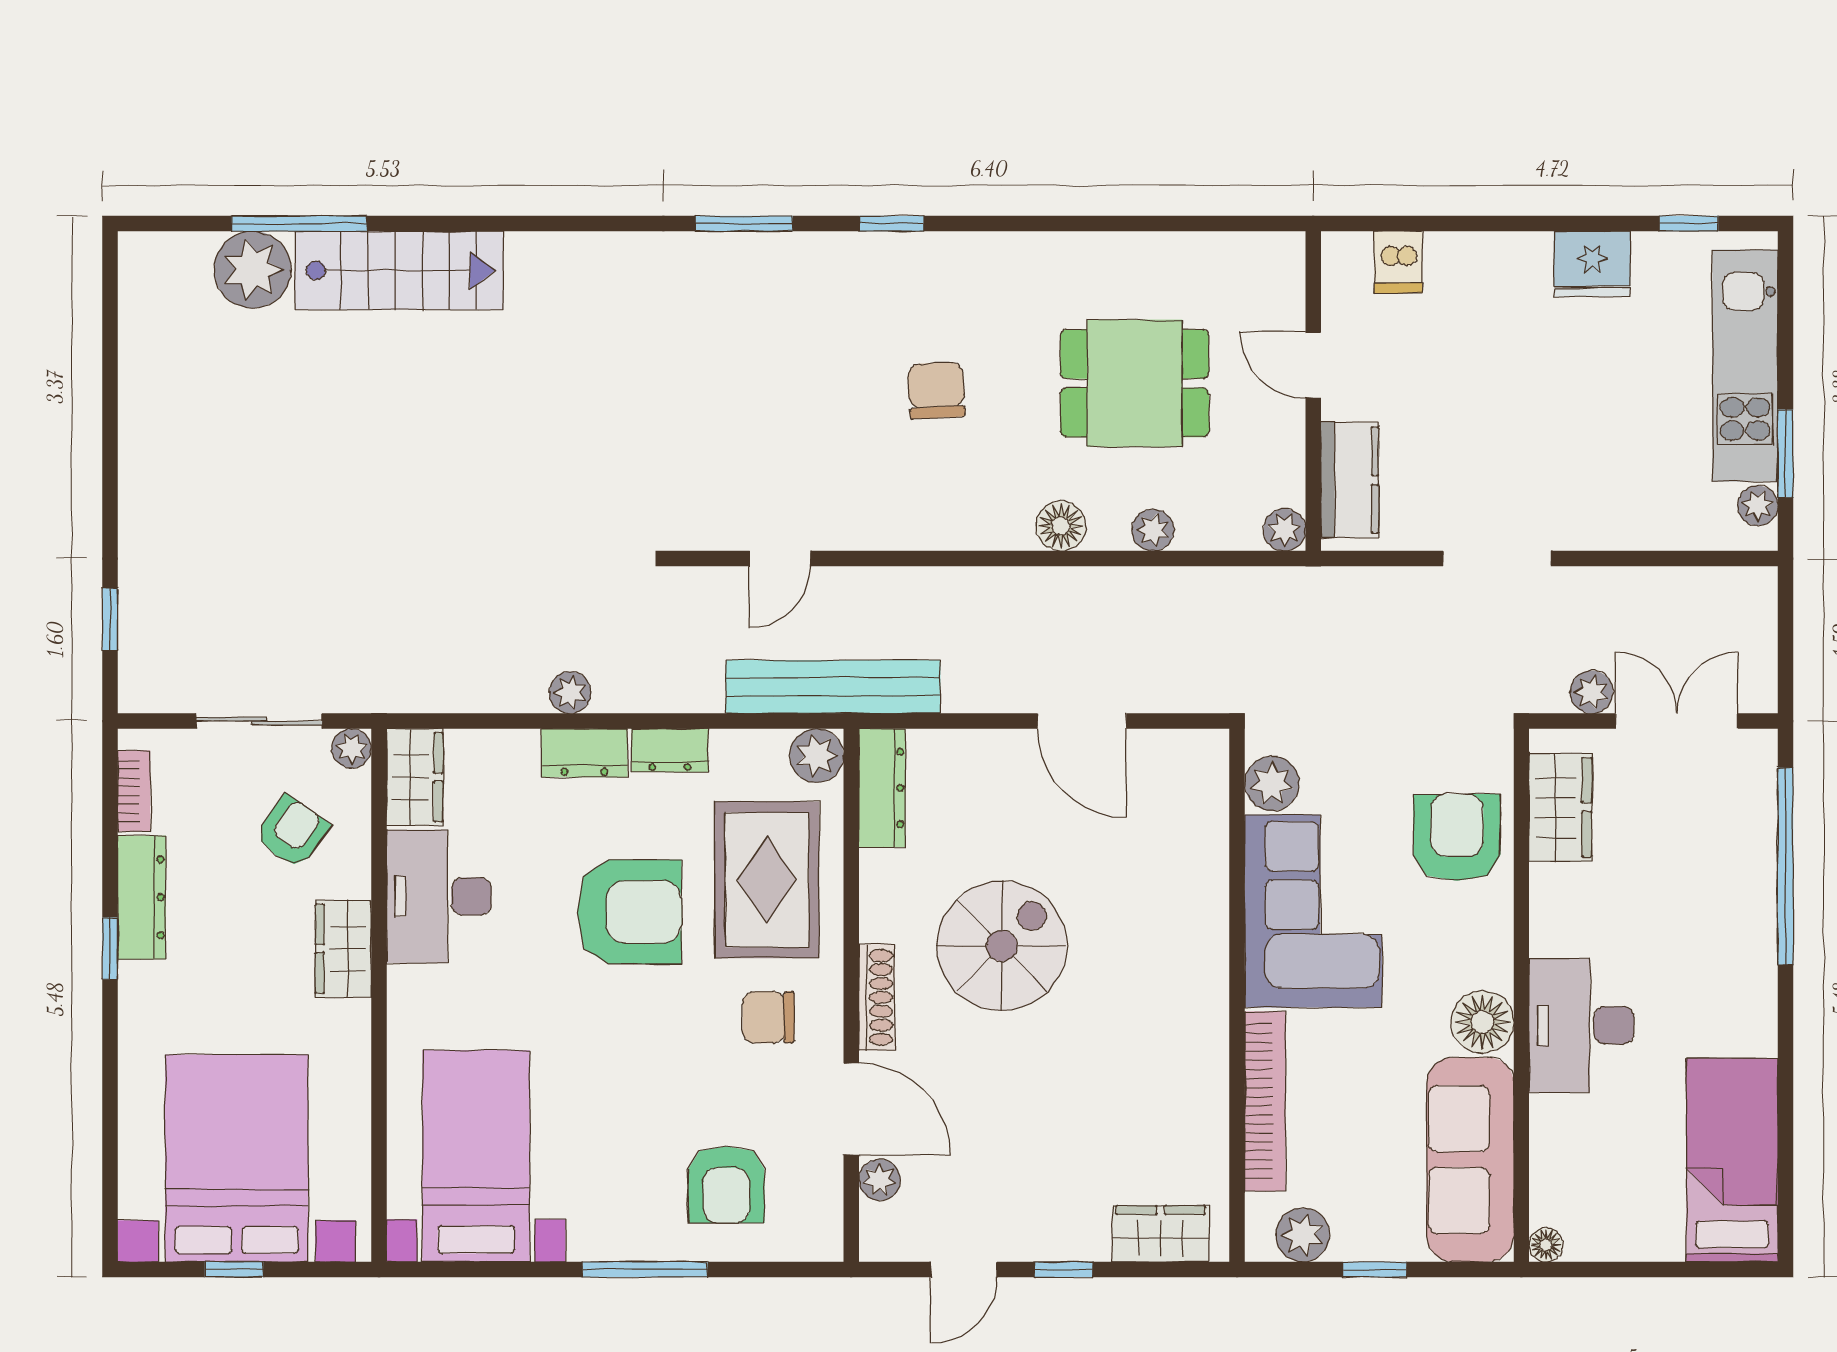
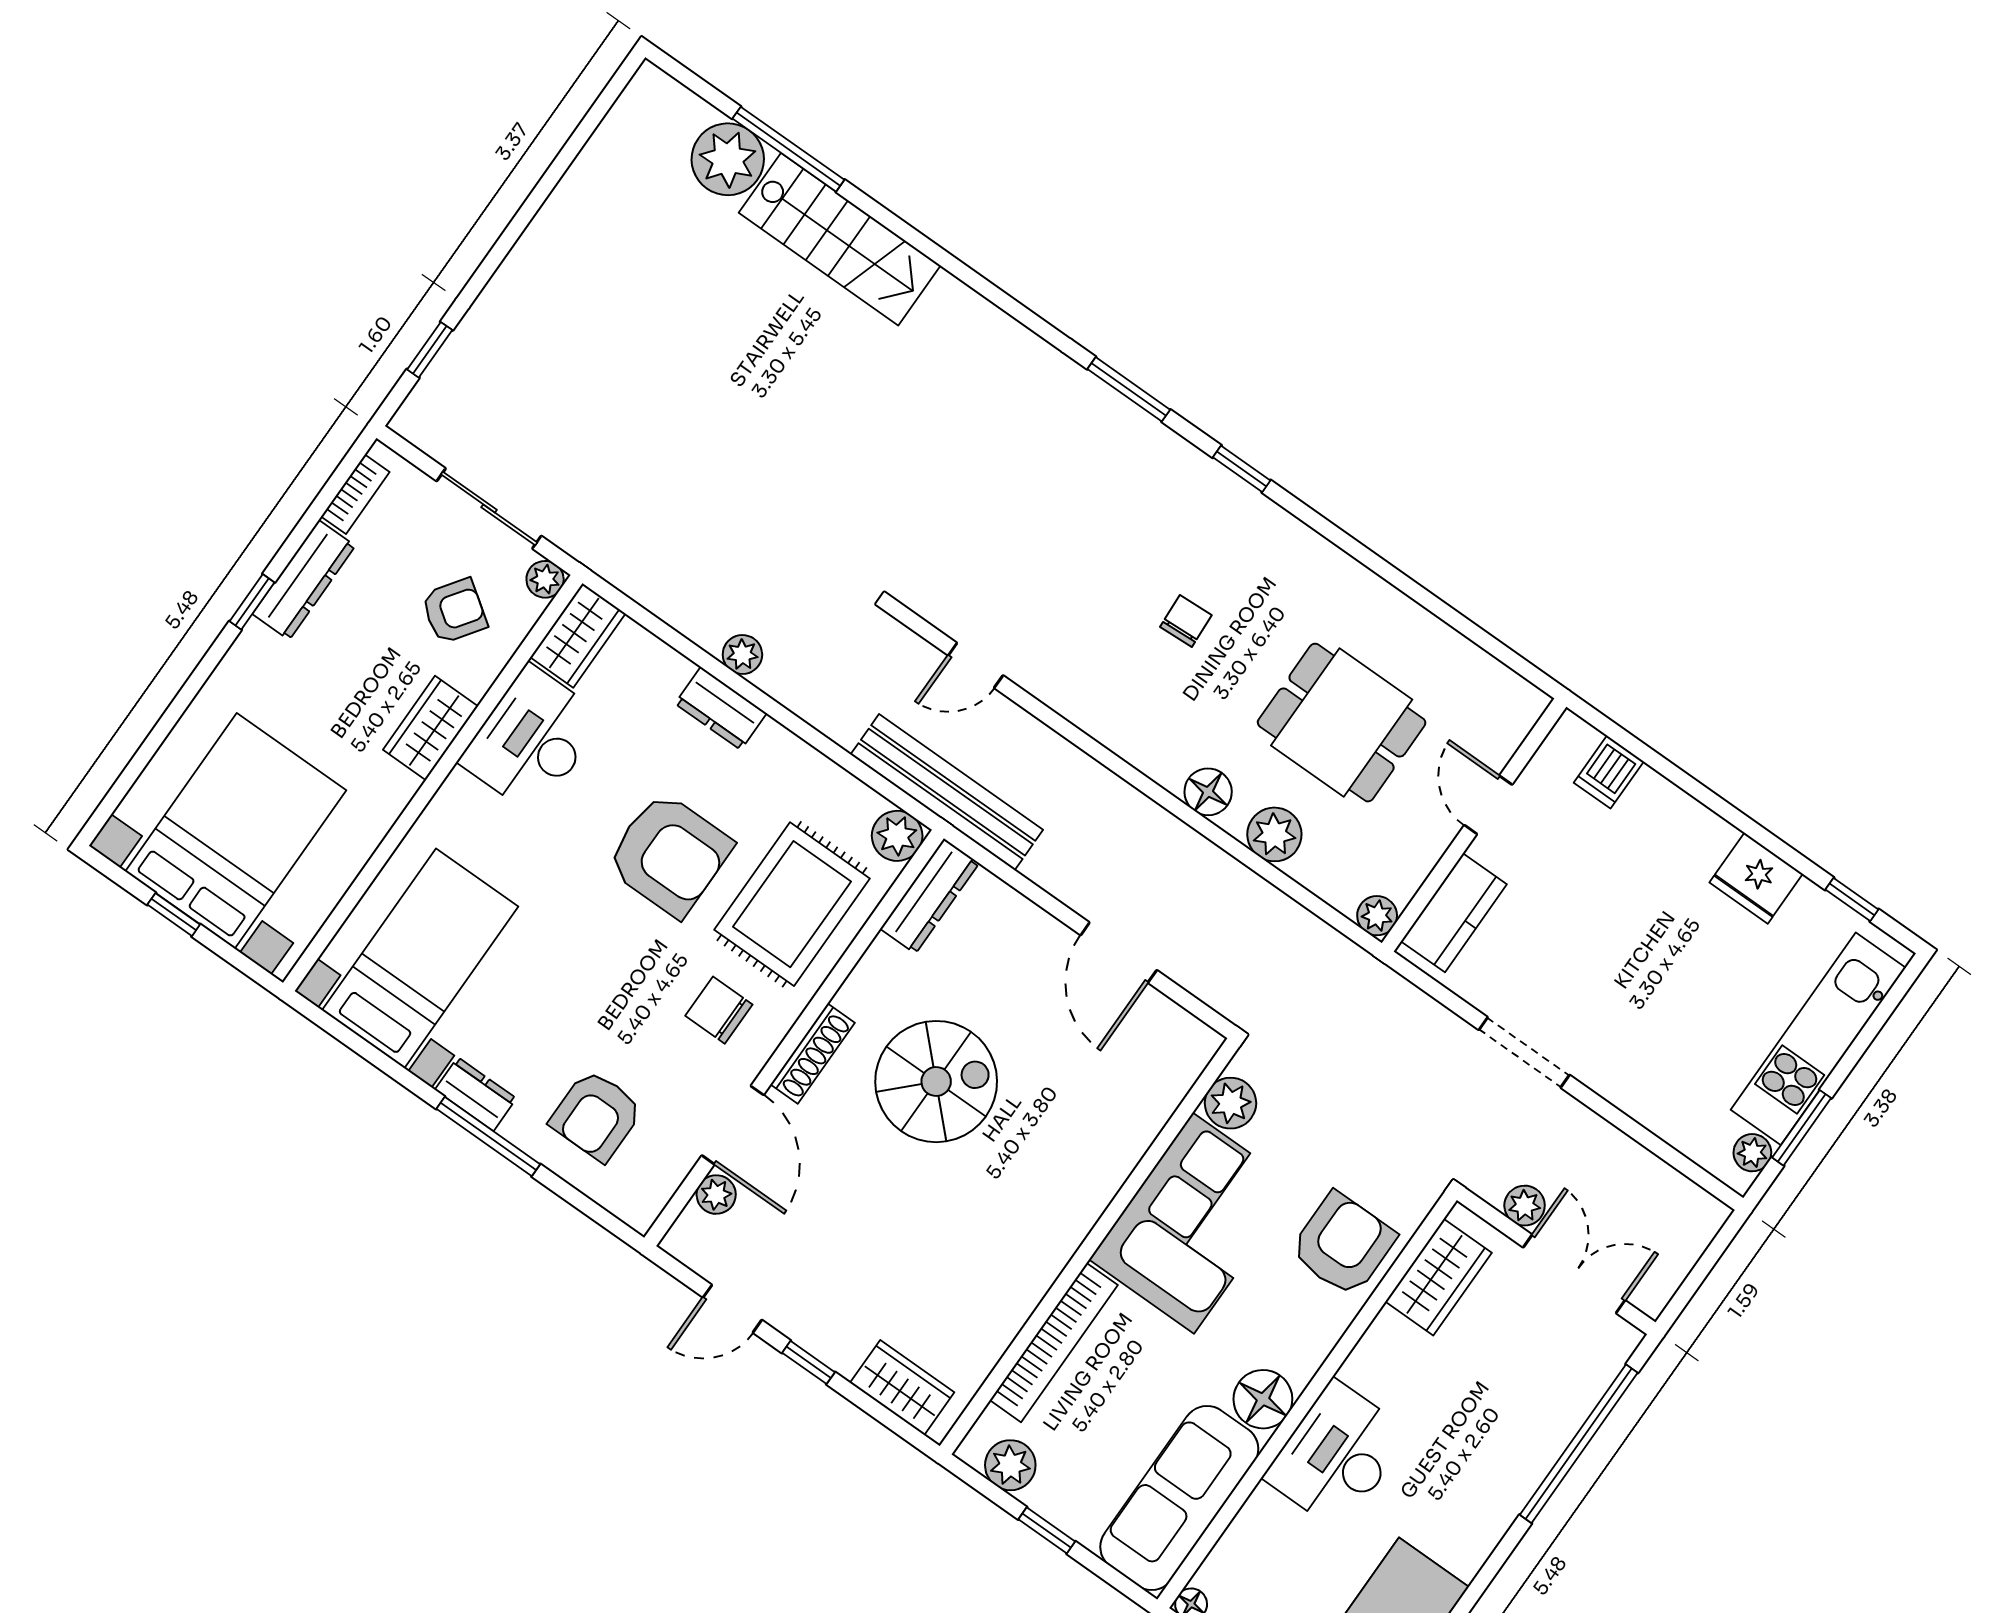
chair: (936, 390) -> (1186, 621), width x0.73, depth x0.73
plant: (1153, 530) -> (1274, 834), width x1.38, depth x1.38
dresser: (670, 750) -> (476, 1094), moved, turned 180

